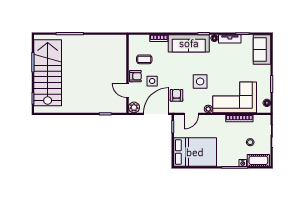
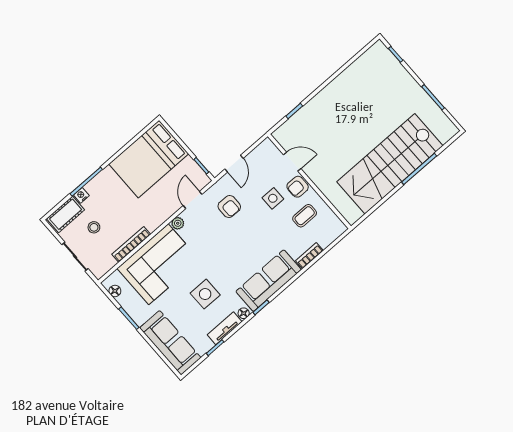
sofa: (262, 49) -> (170, 343), width x1.36
stairs: (48, 73) -> (390, 164), moved, turned 90
side table: (200, 81) -> (205, 294), moved
plant: (134, 107) -> (267, 148), removed
door: (156, 114) -> (234, 164), width x0.53

